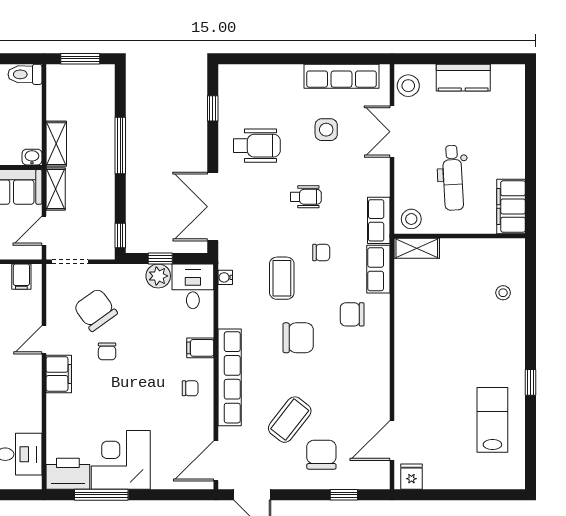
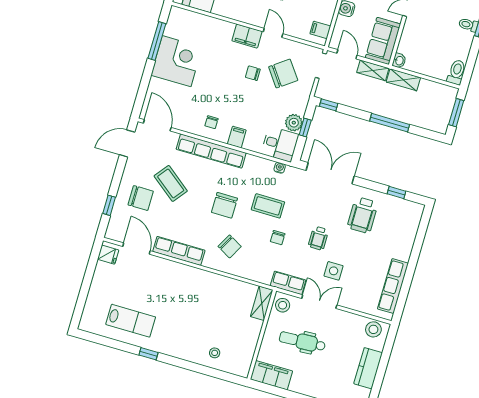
side table: (326, 130) -> (334, 271), moved
double door: (392, 132) -> (319, 302), moved
row of seats: (378, 269) -> (179, 251), moved, width x1.48
chair: (352, 314) -> (230, 246), turned 119
printer: (68, 474) -> (178, 23), removed

